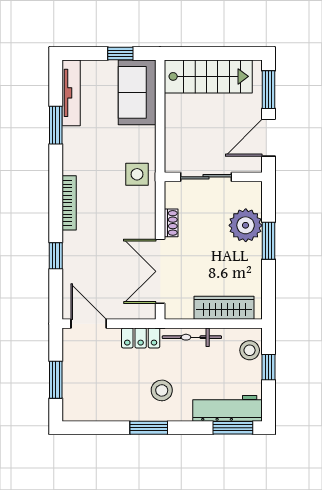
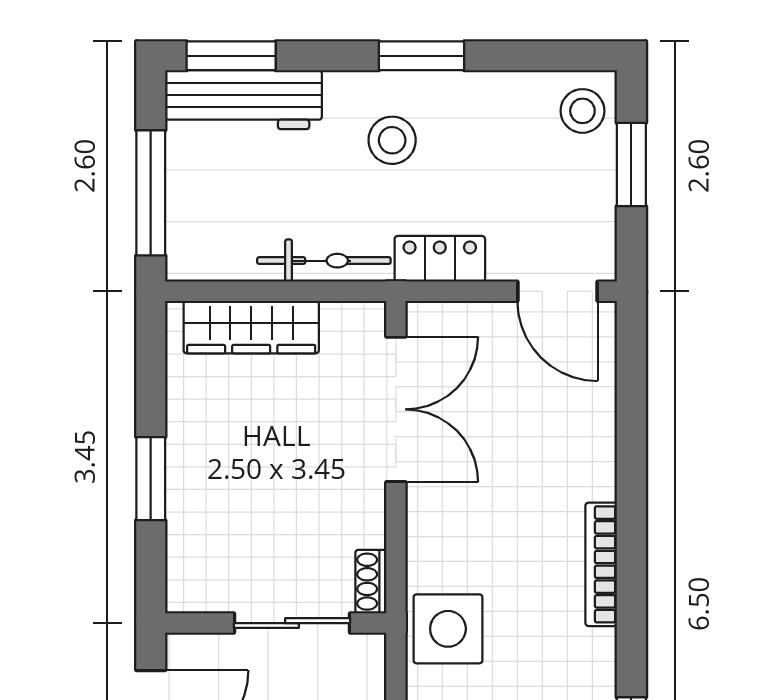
side table: (137, 174) -> (448, 629), width x1.37, depth x1.37
shoe rack: (171, 223) -> (371, 582), moved
plant: (246, 225) -> (203, 514), removed
window: (56, 256) -> (631, 445), removed
stool: (250, 350) -> (582, 111), moved
window: (268, 367) -> (151, 193), width x2.17

